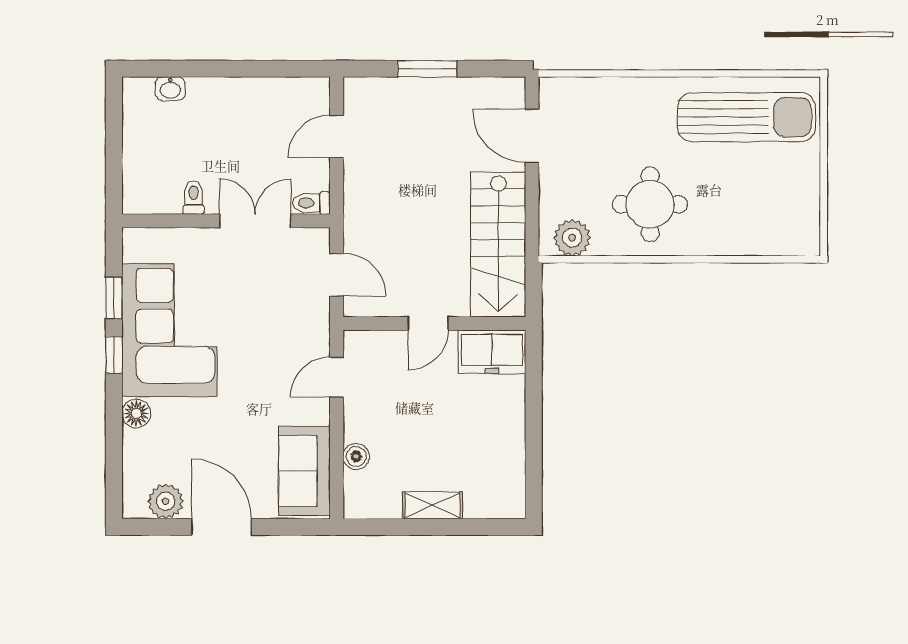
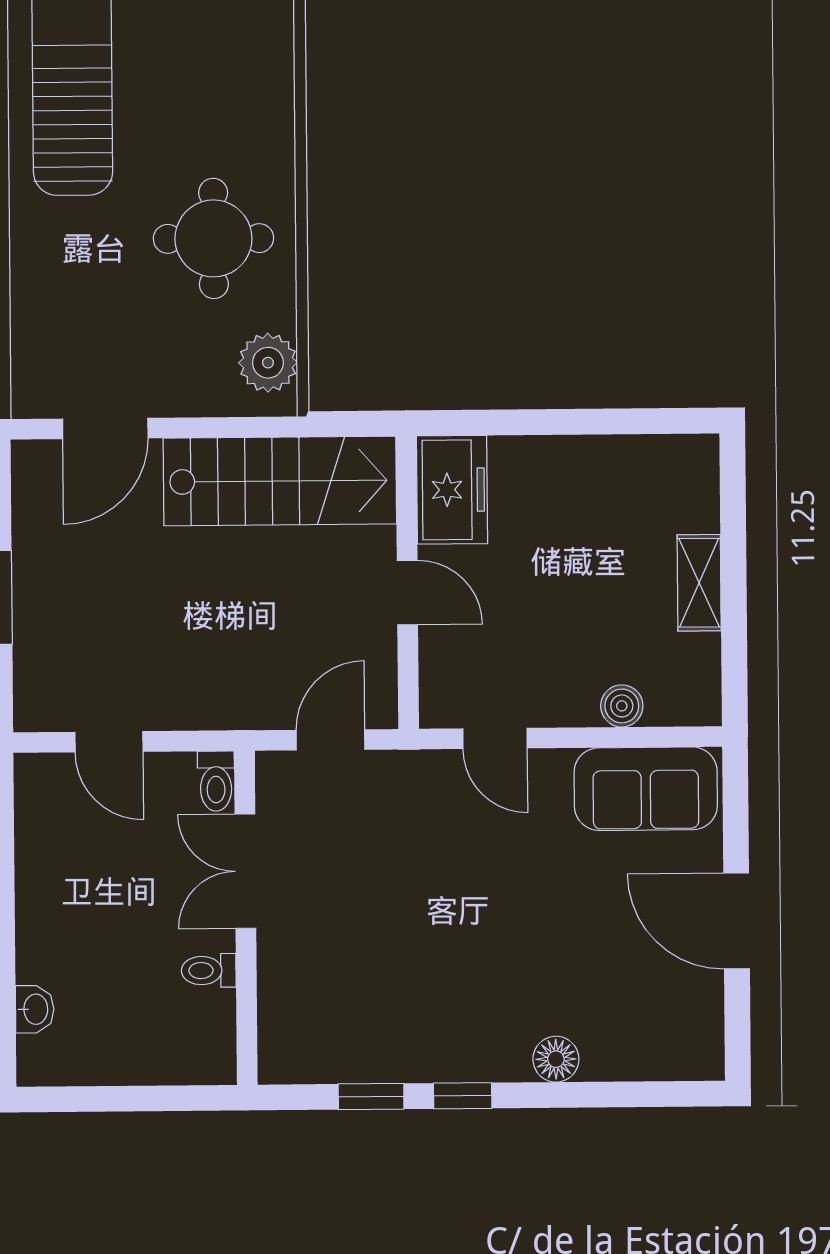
corner sofa: (169, 330) -> (422, 1007), removed
plant: (166, 501) -> (696, 1011), removed
door: (221, 527) -> (737, 921), hinge flipped

